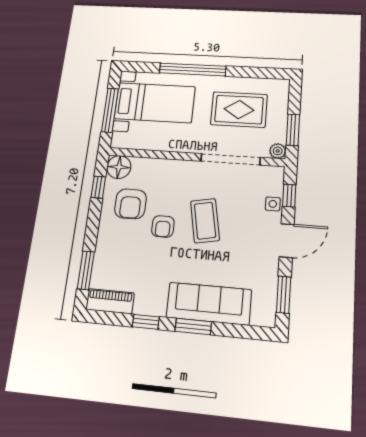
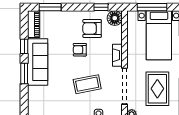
fireplace: (179, 167) -> (117, 55), added
coffee table: (205, 221) -> (87, 84), moved
sofa: (209, 304) -> (38, 62), moved

